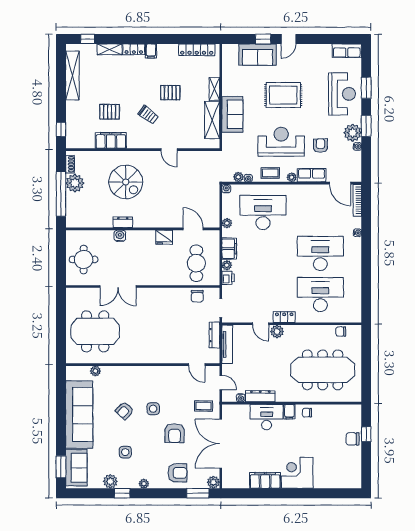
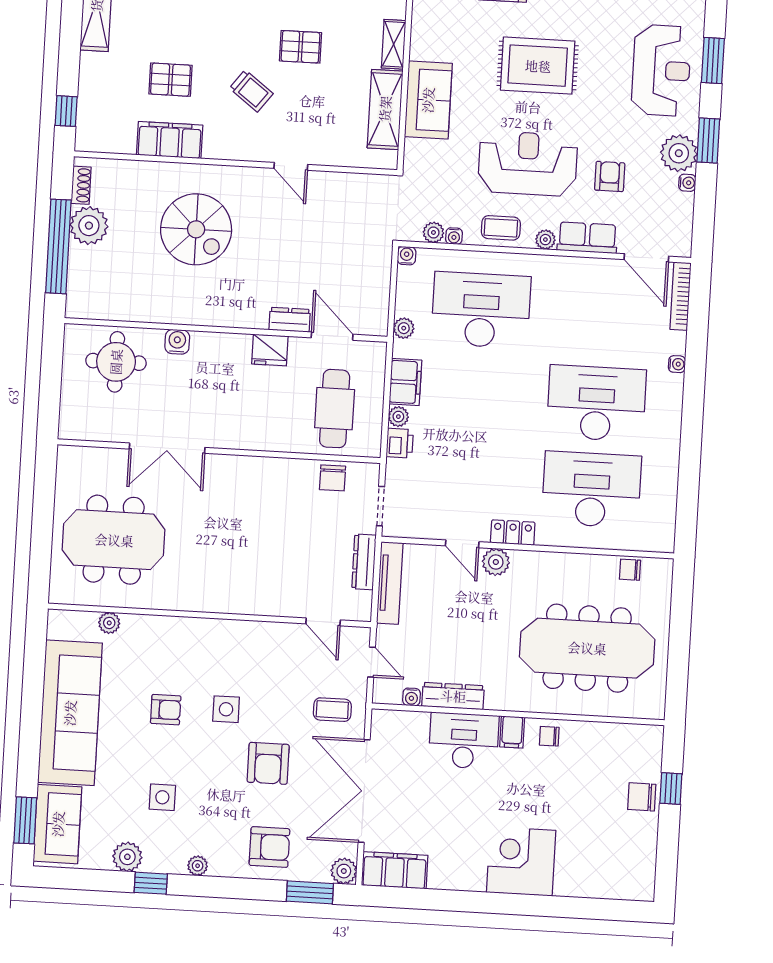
dresser: (123, 222) -> (290, 320), moved
round table: (84, 260) -> (116, 362), moved
armchair: (124, 411) -> (166, 710), turned -132
filing cabinet: (265, 480) -> (395, 870), moved

